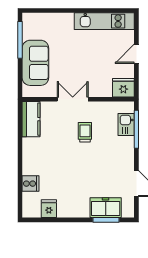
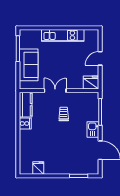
kitchen unit: (104, 21) -> (63, 35), moved
kitchen sink: (126, 124) -> (93, 129), moved
cooker: (31, 184) -> (25, 124), moved
freezer: (106, 208) -> (78, 167), removed

